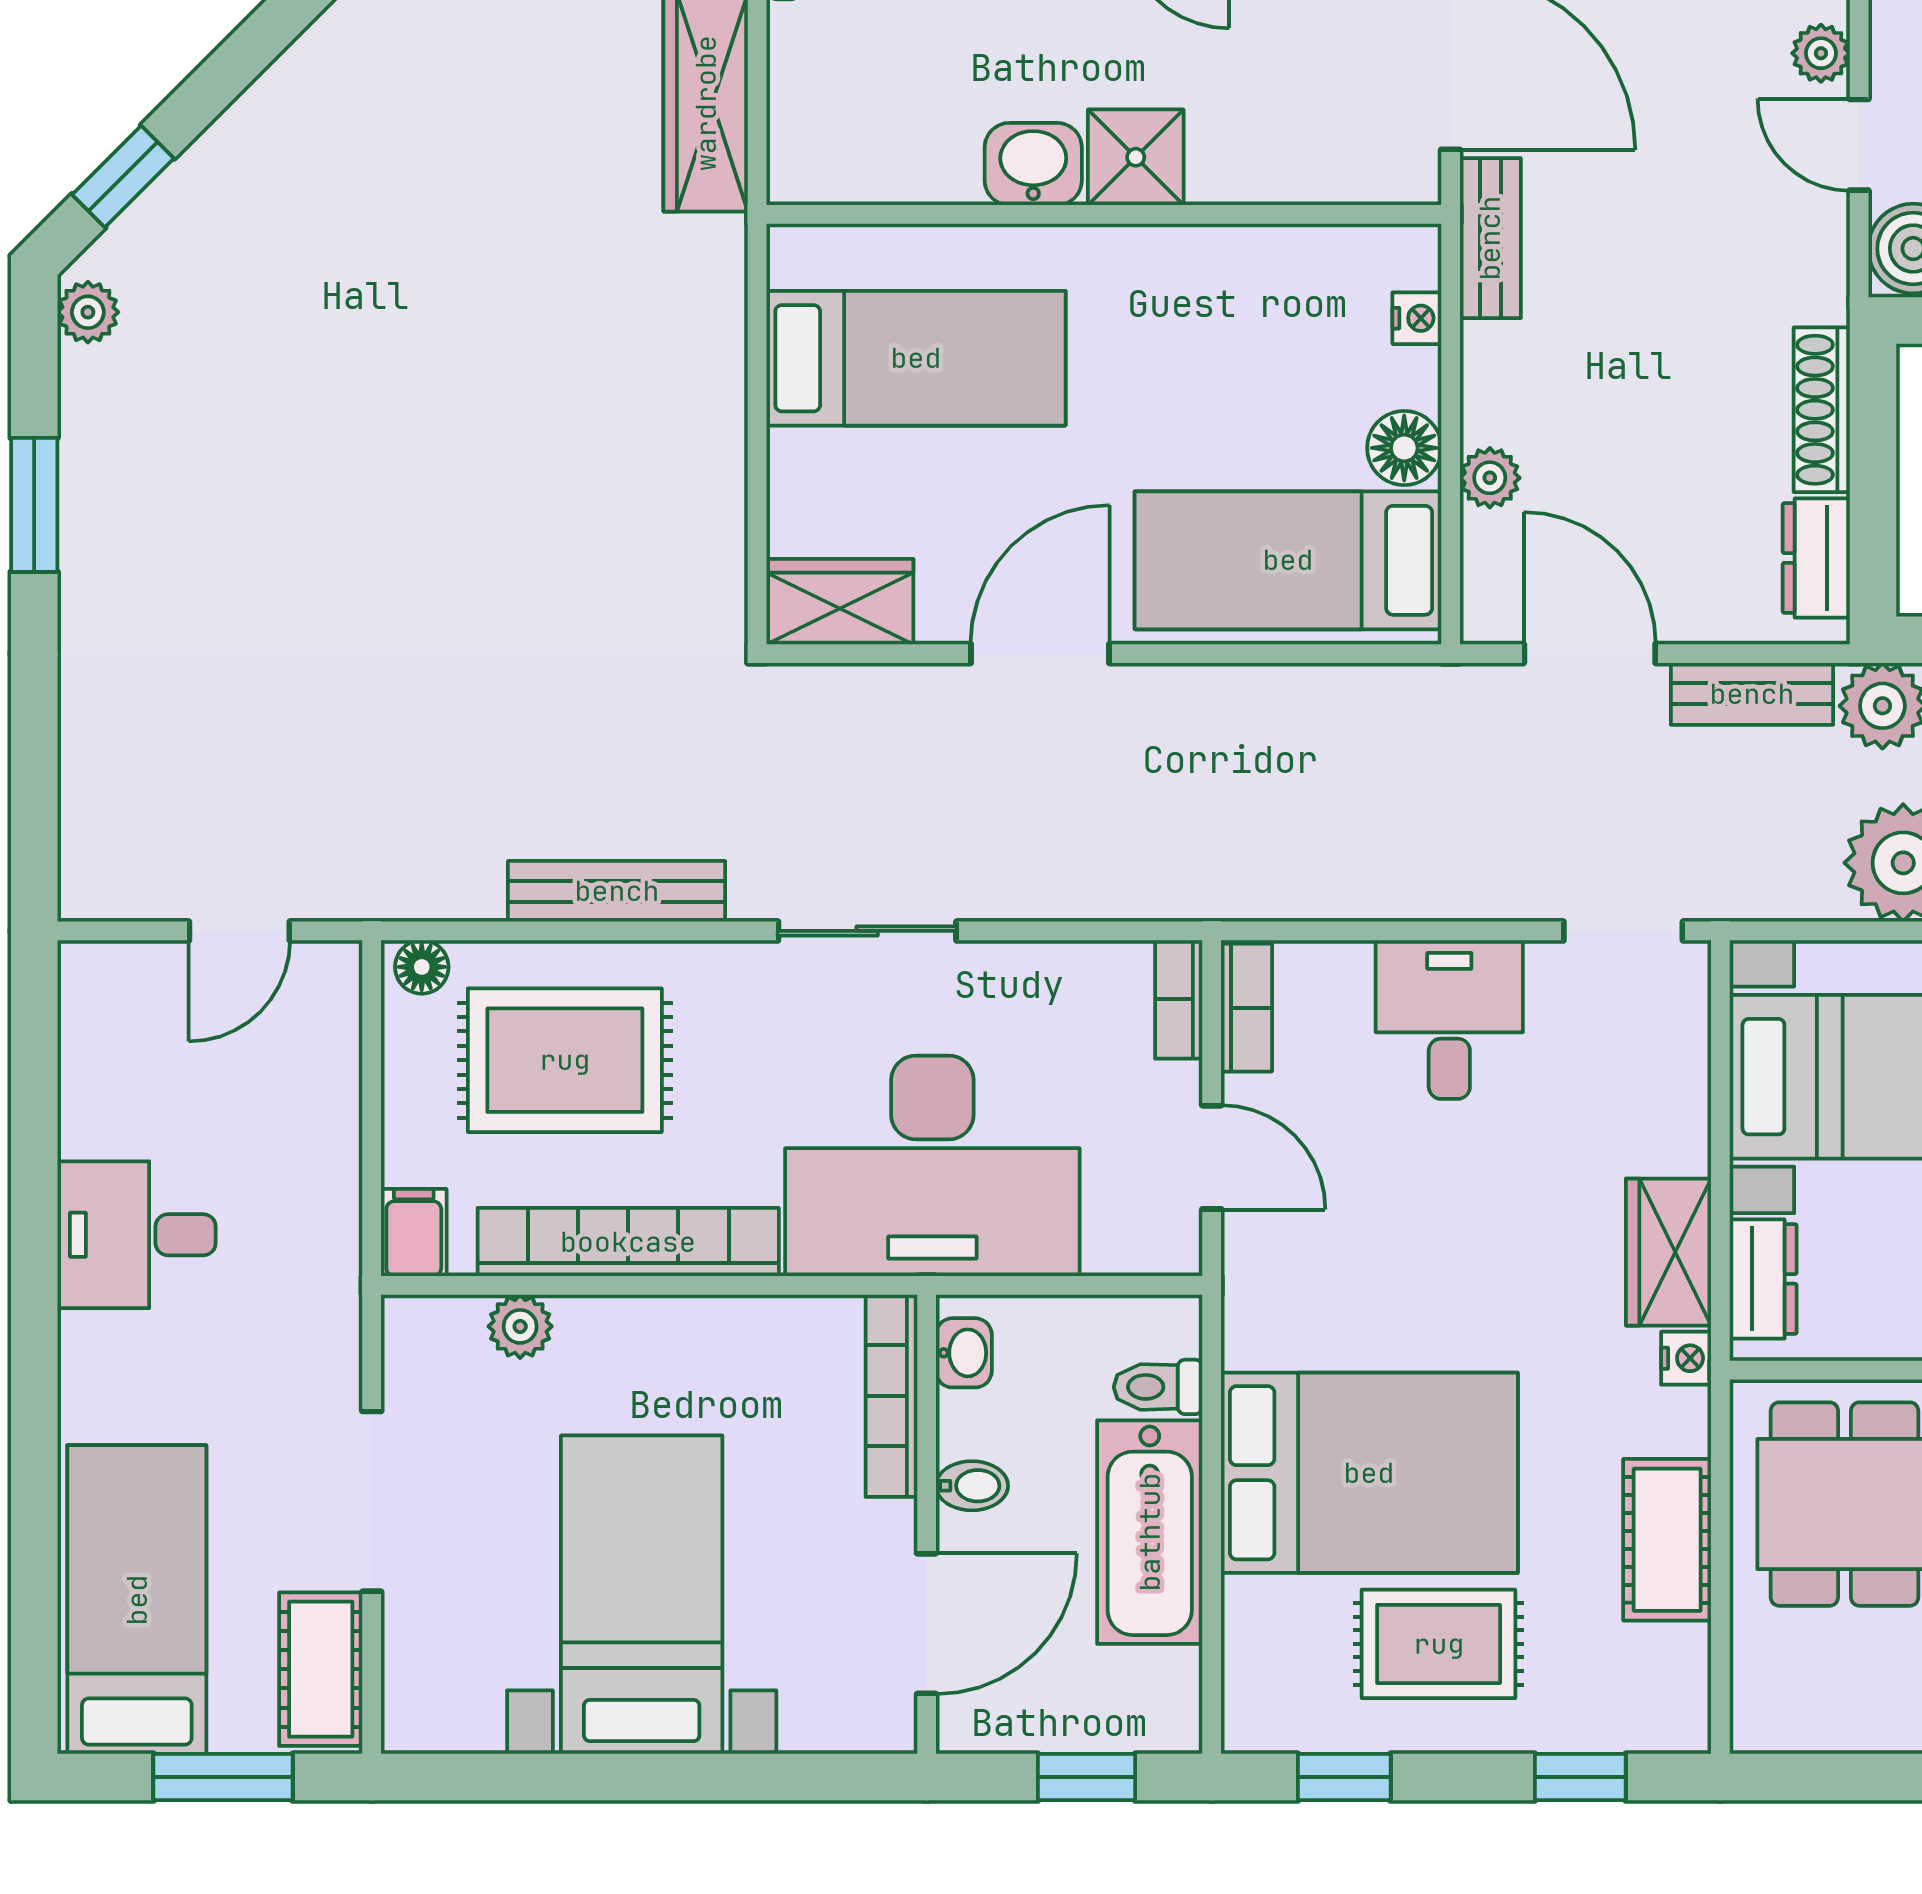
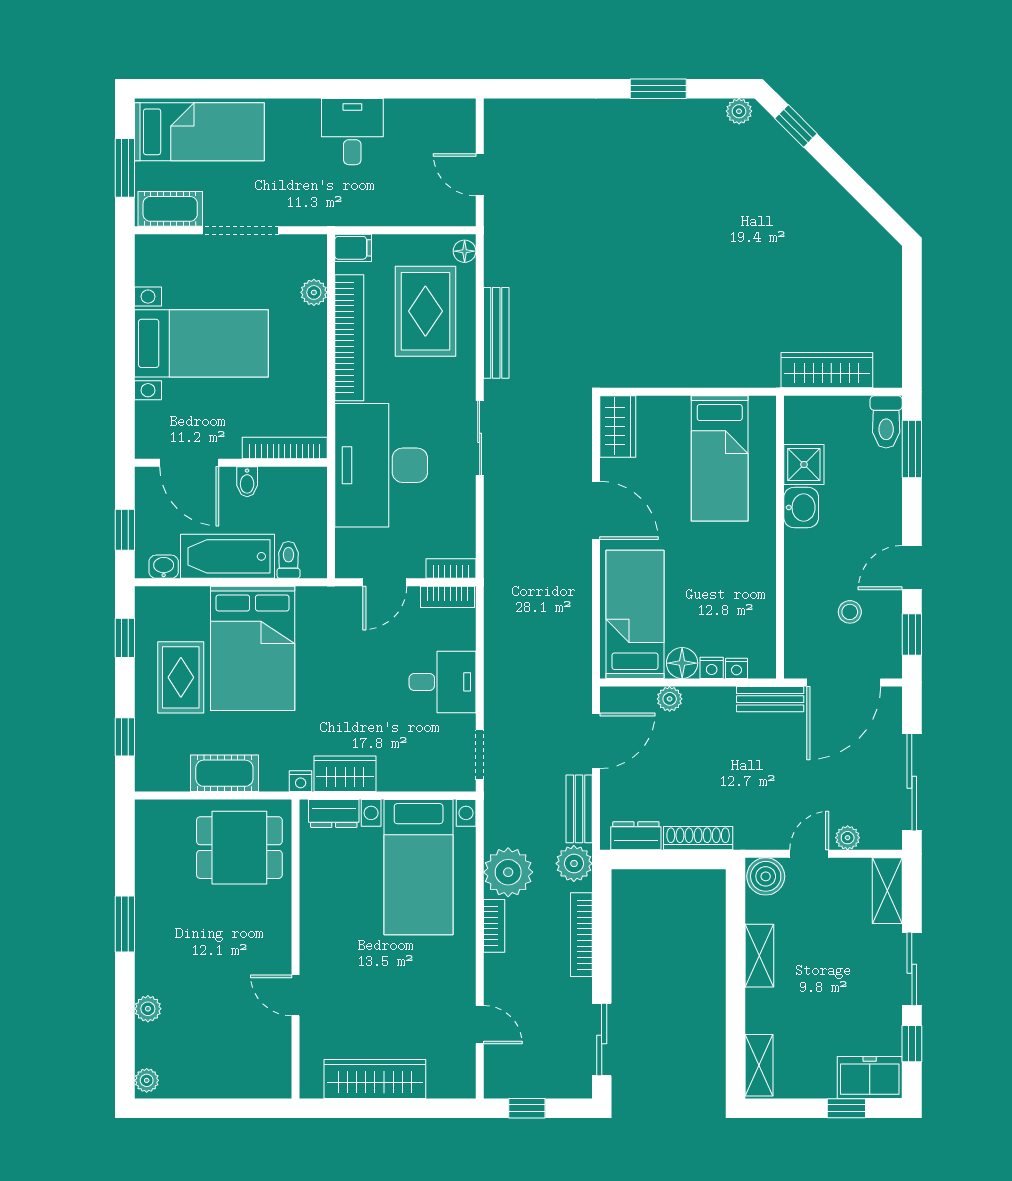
stool: (1282, 48) -> (850, 612), added
shower: (1136, 157) -> (804, 465), moved
nightstand: (1416, 377) -> (712, 668), added
washbasin: (964, 1353) -> (164, 567), moved, turned 180

